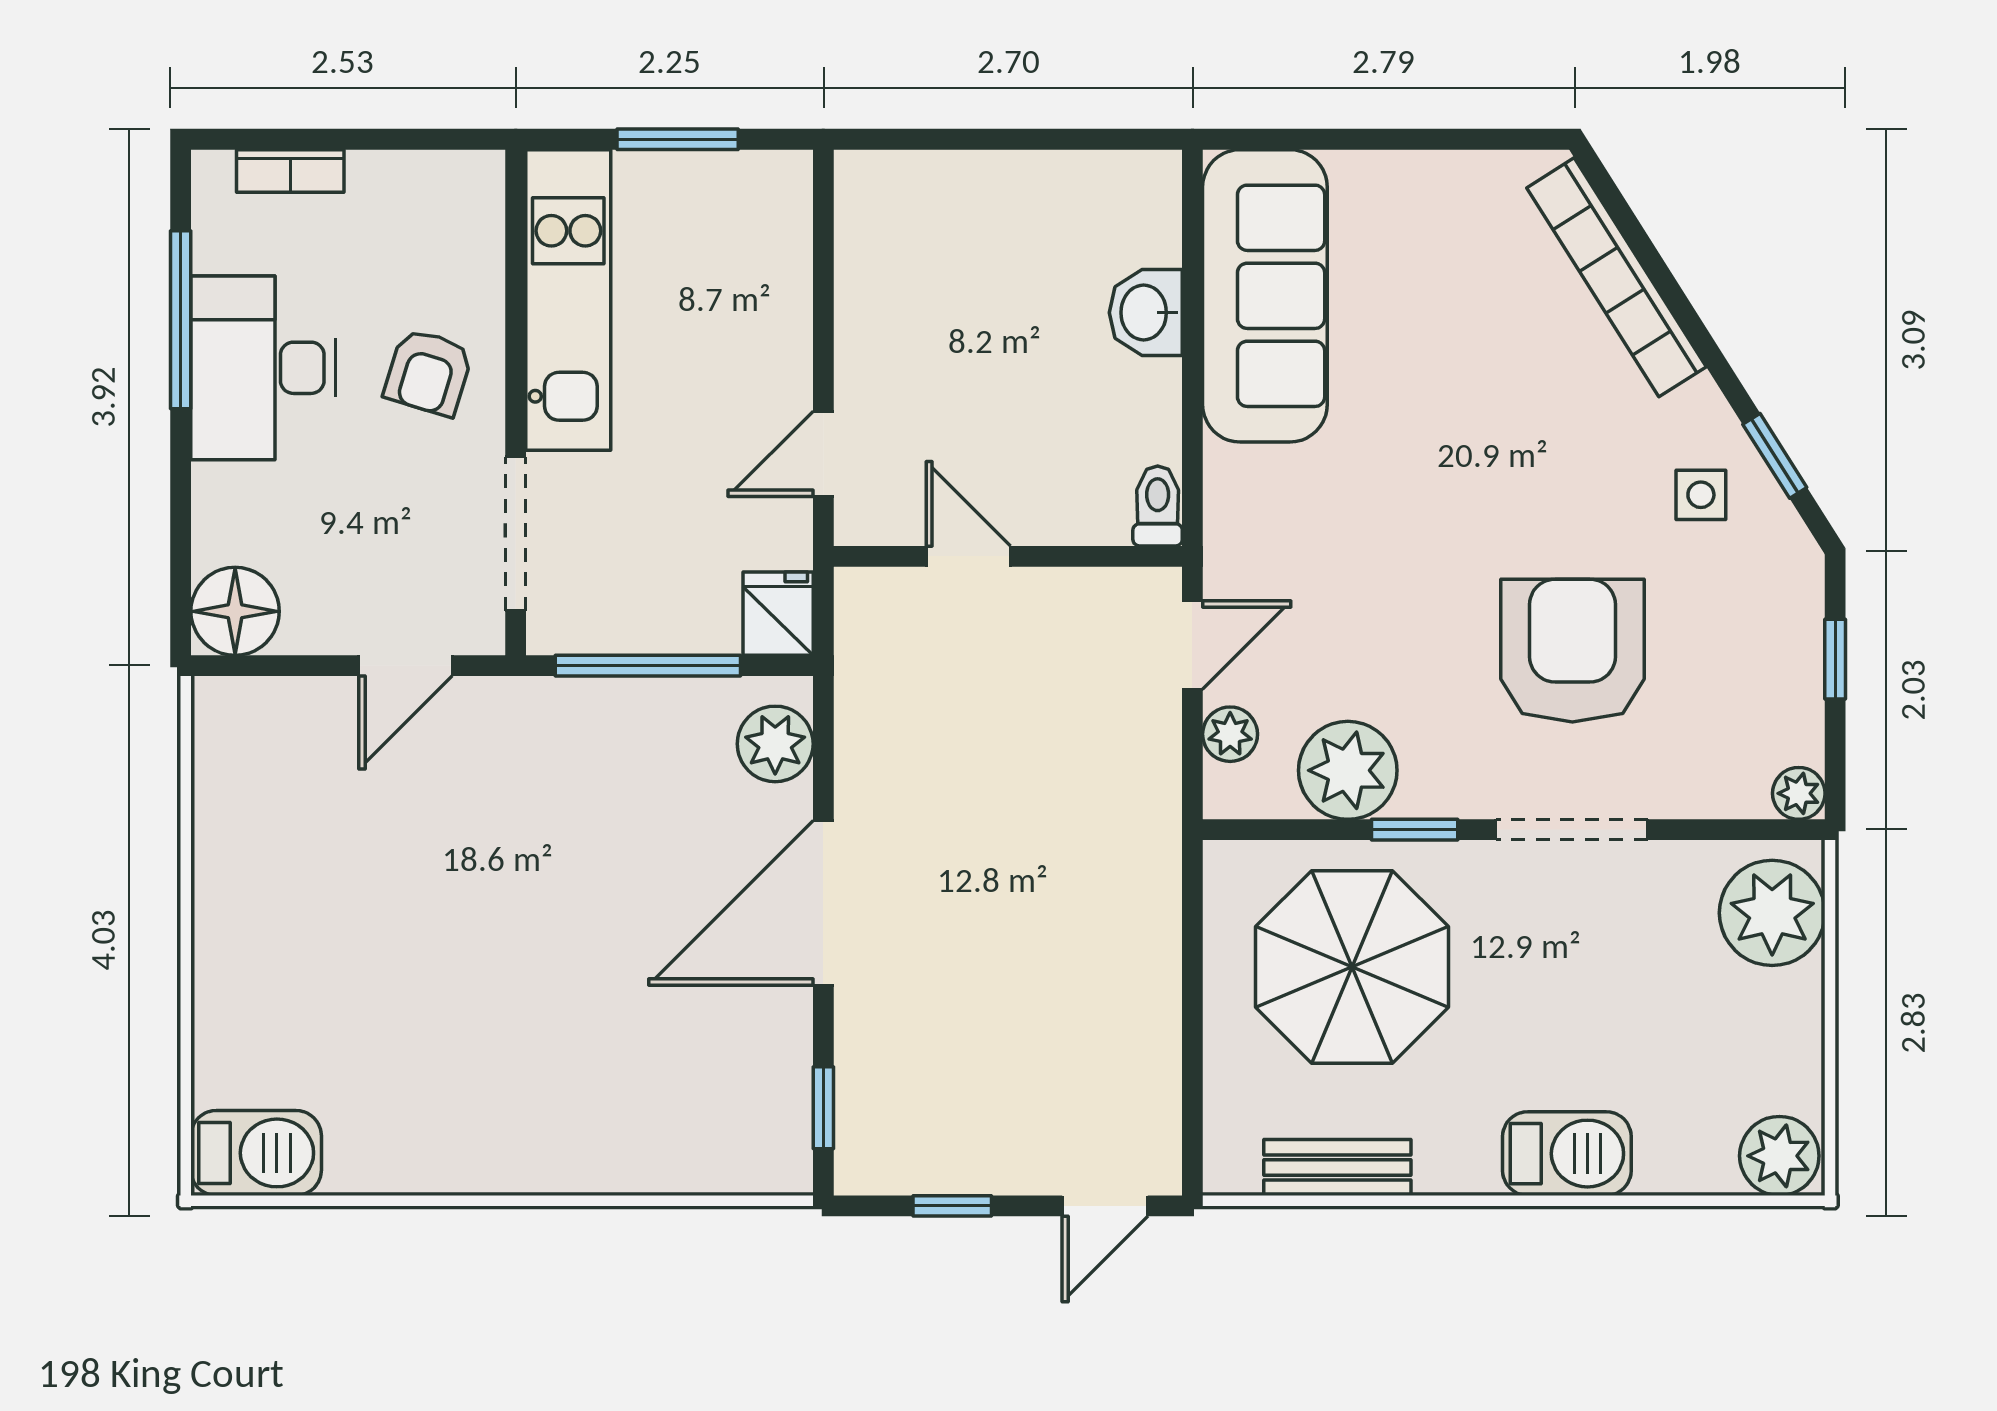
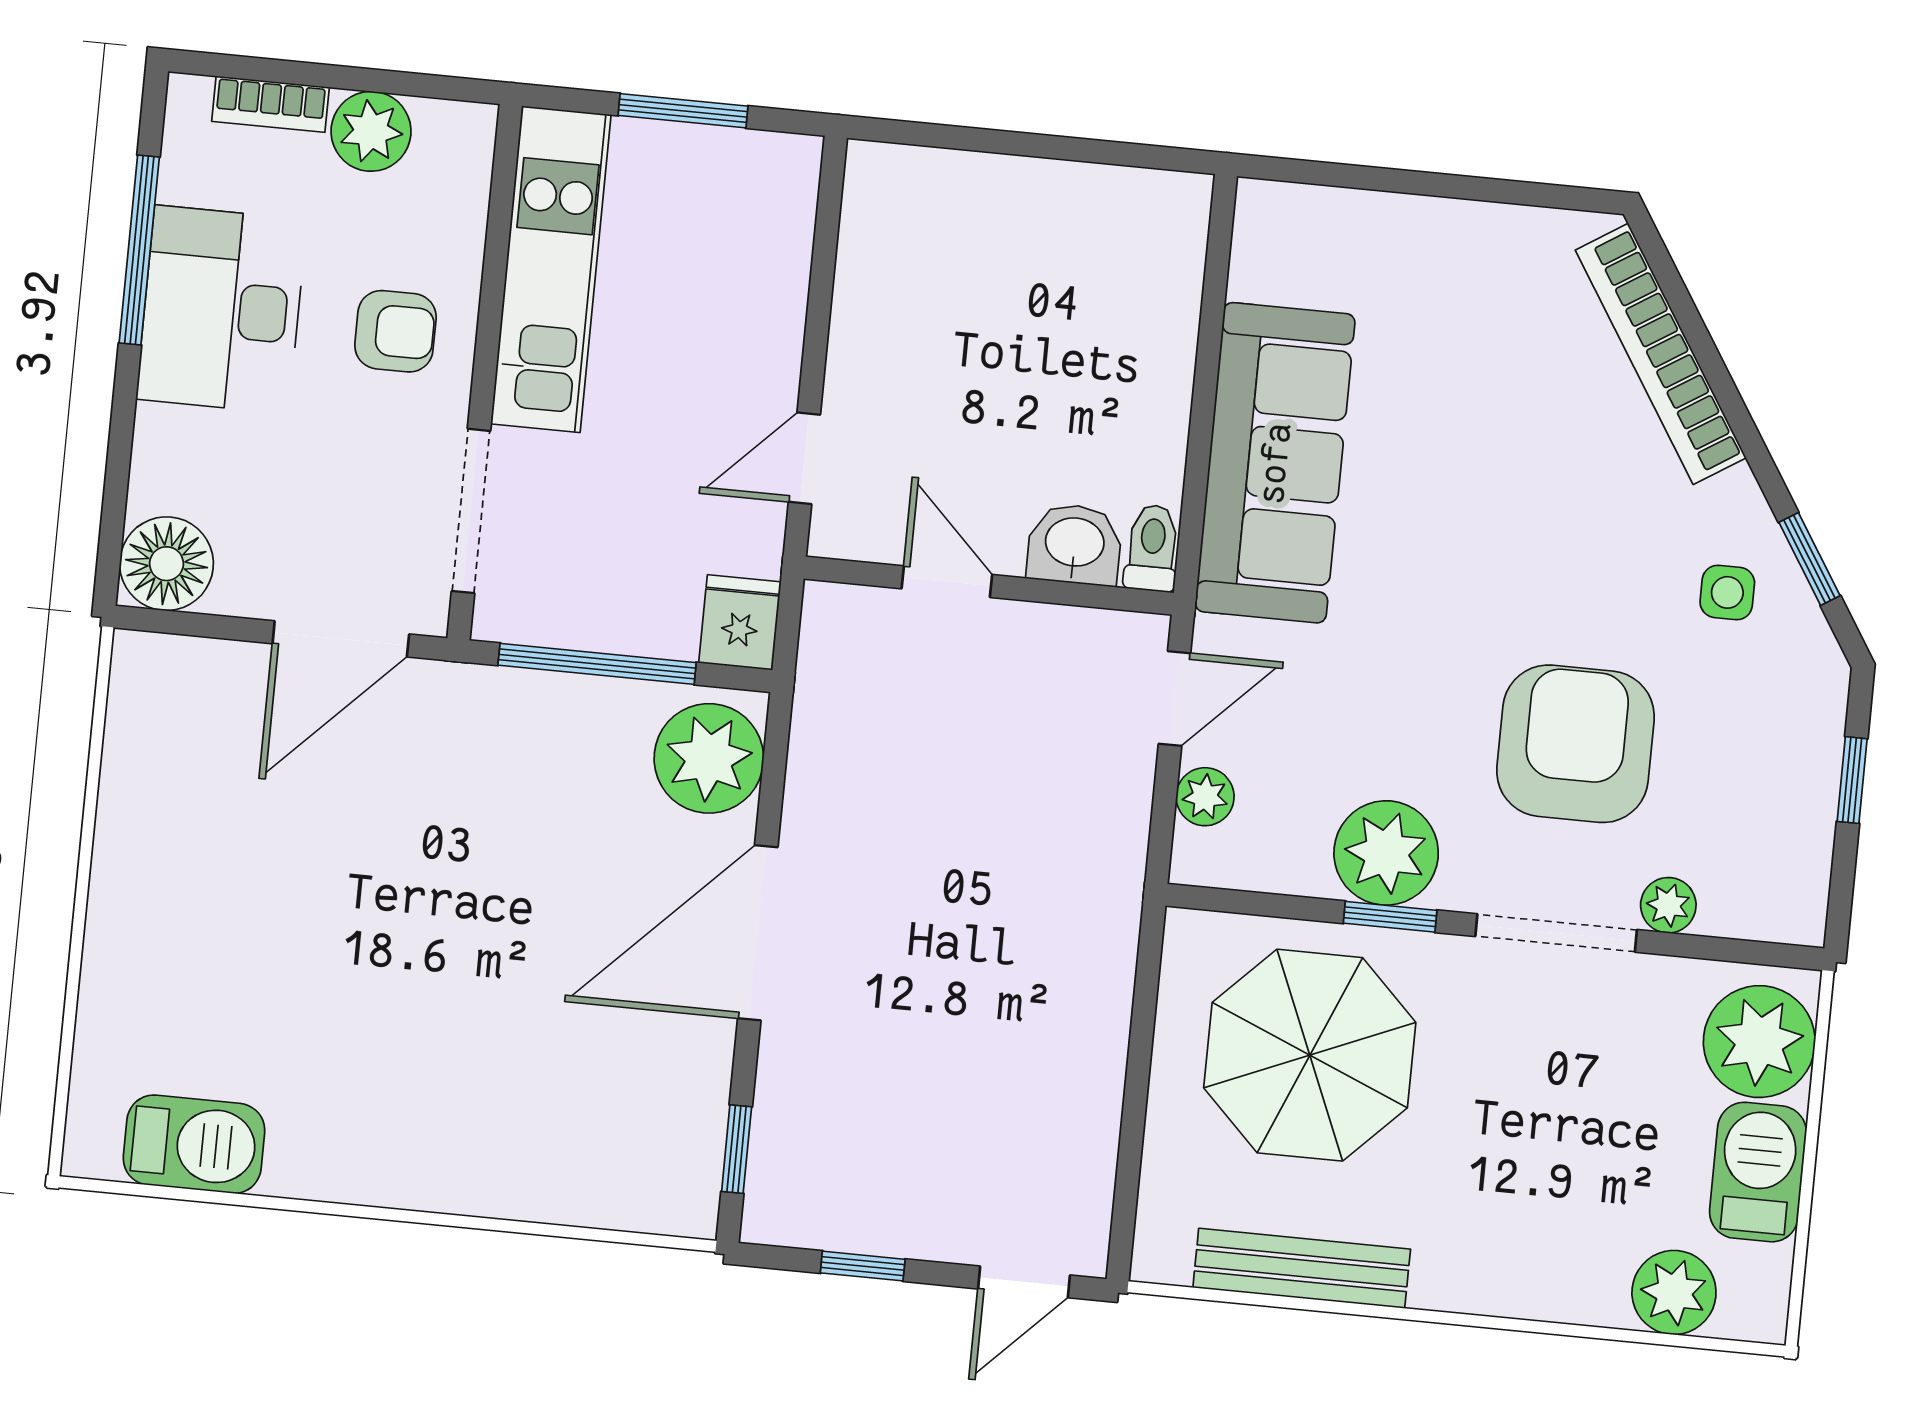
plant: (387, 187) -> (371, 131), added
sofa: (1265, 296) -> (1275, 463), moved
washbasin: (1146, 313) -> (1075, 544), moved, turned 90
armchair: (428, 372) -> (395, 331), turned -107
door: (405, 666) -> (341, 639), width x1.38
plant: (775, 744) -> (709, 758), width x1.36, depth x1.36
plant: (1348, 770) -> (1386, 853), moved
plant: (1799, 793) -> (1668, 905), moved
barbecue: (256, 1153) -> (194, 1144), moved
barbecue: (1567, 1154) -> (1758, 1172), moved, turned -90
plant: (1779, 1156) -> (1674, 1292), moved
bench: (1337, 1167) -> (1302, 1268), width x1.36

